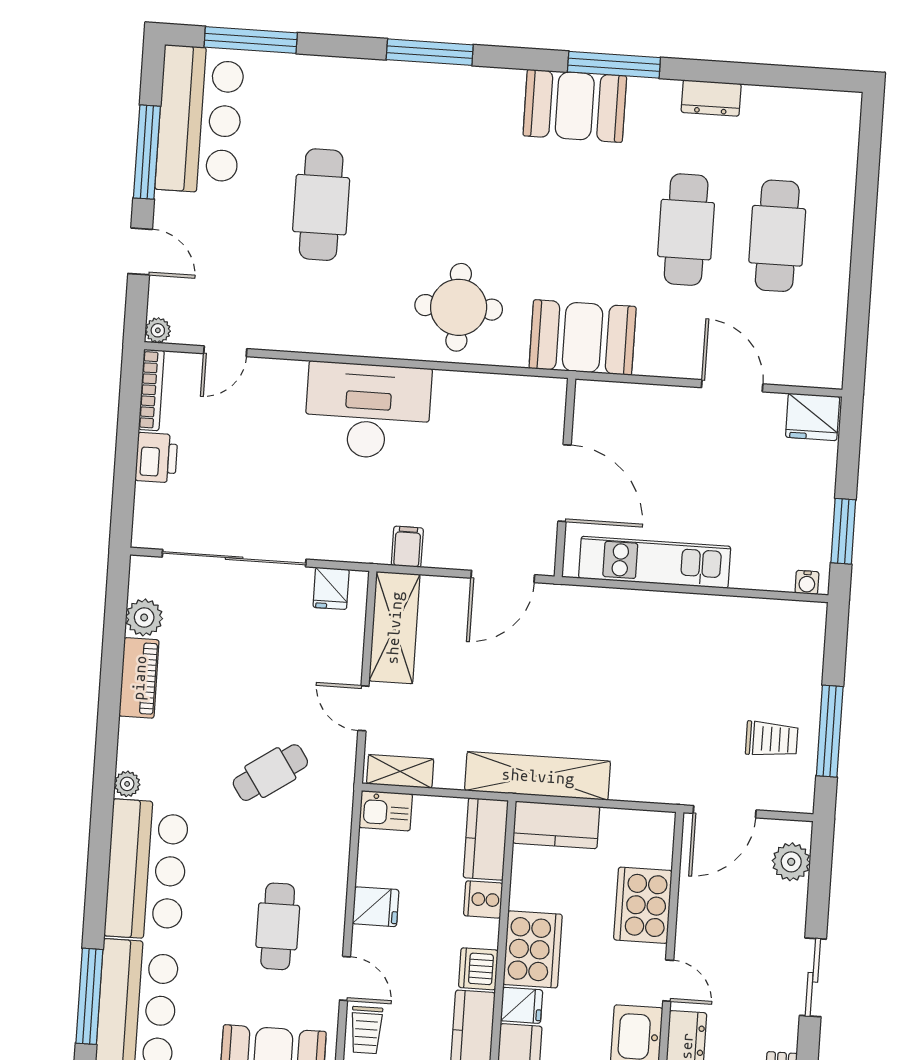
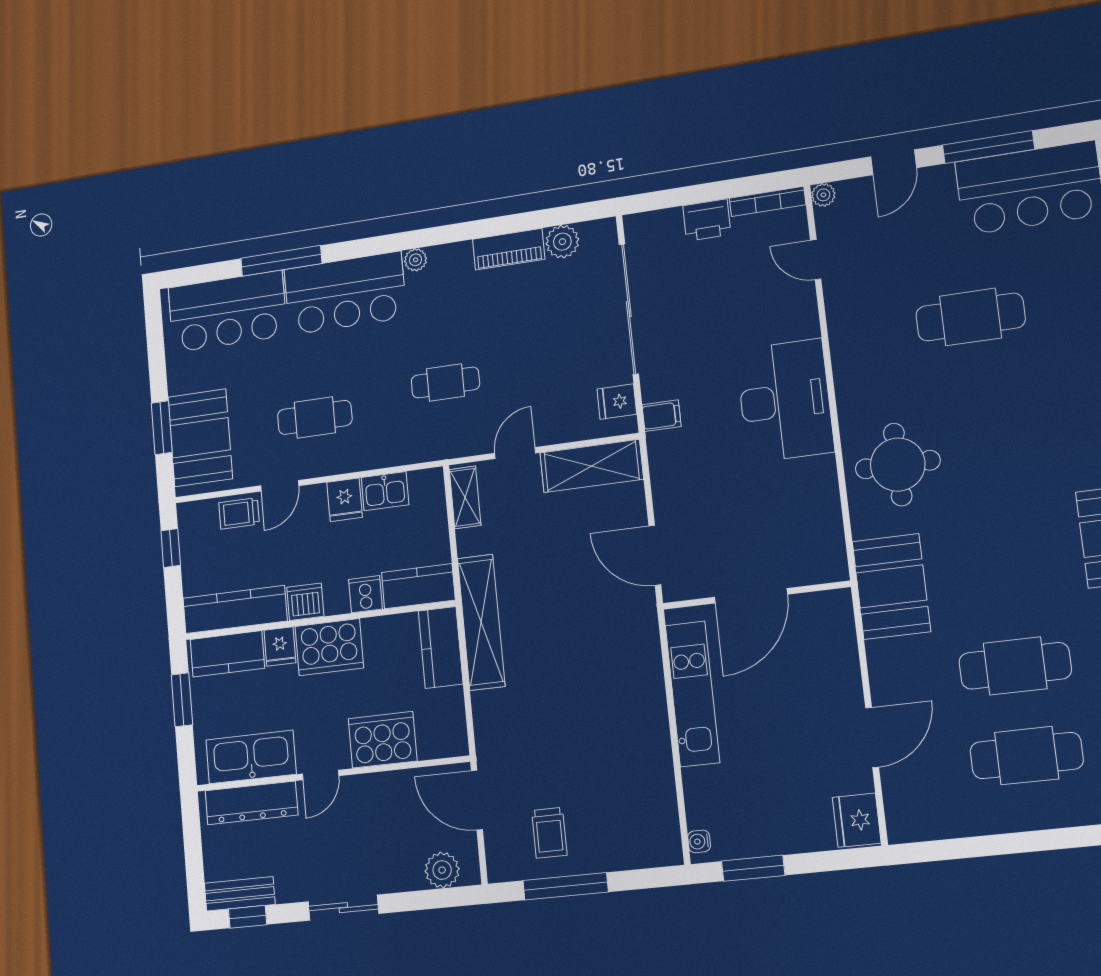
filing cabinet: (407, 547) -> (662, 416), moved
cafe table: (270, 773) -> (445, 383), turned -56
kitchen sink: (386, 811) -> (385, 491), moved, turned -90
window: (89, 996) -> (281, 261), moved

